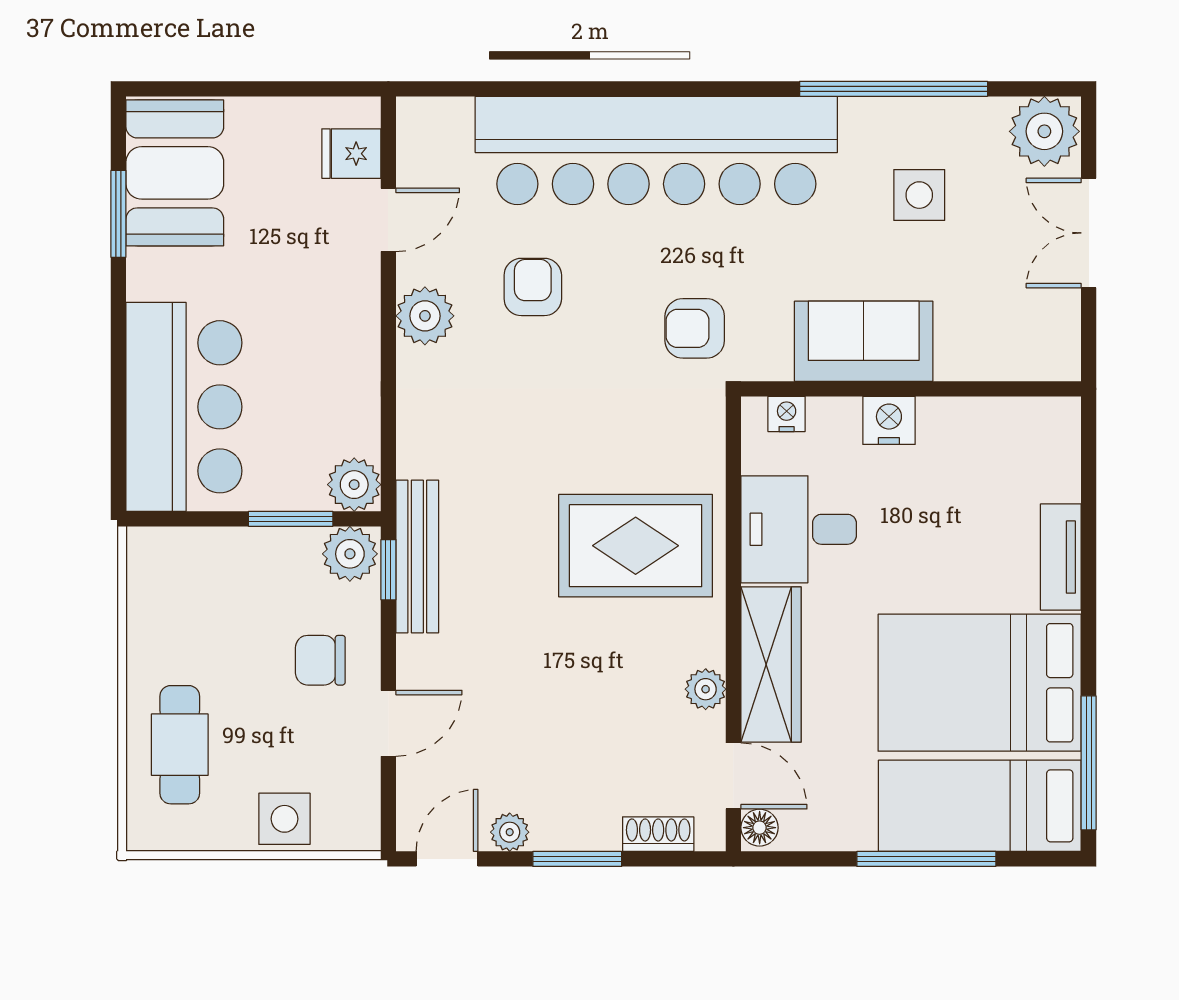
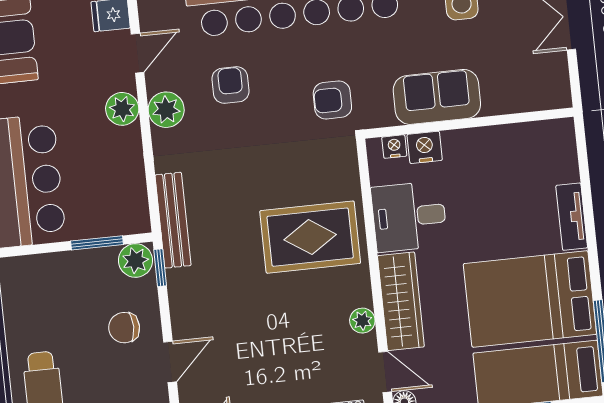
nightstand: (889, 420) -> (425, 147), moved
plant: (354, 485) -> (122, 109), moved
bench: (417, 557) -> (173, 220), moved

